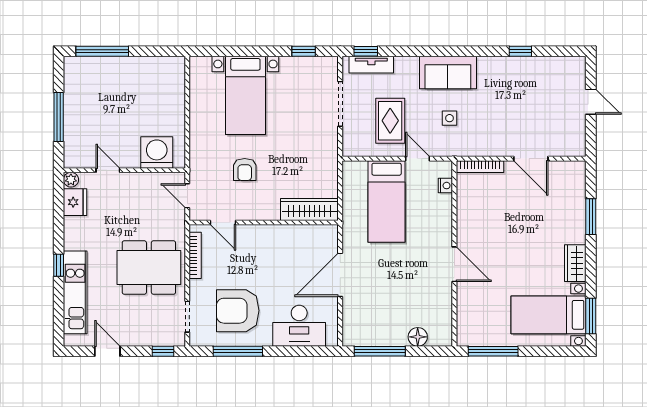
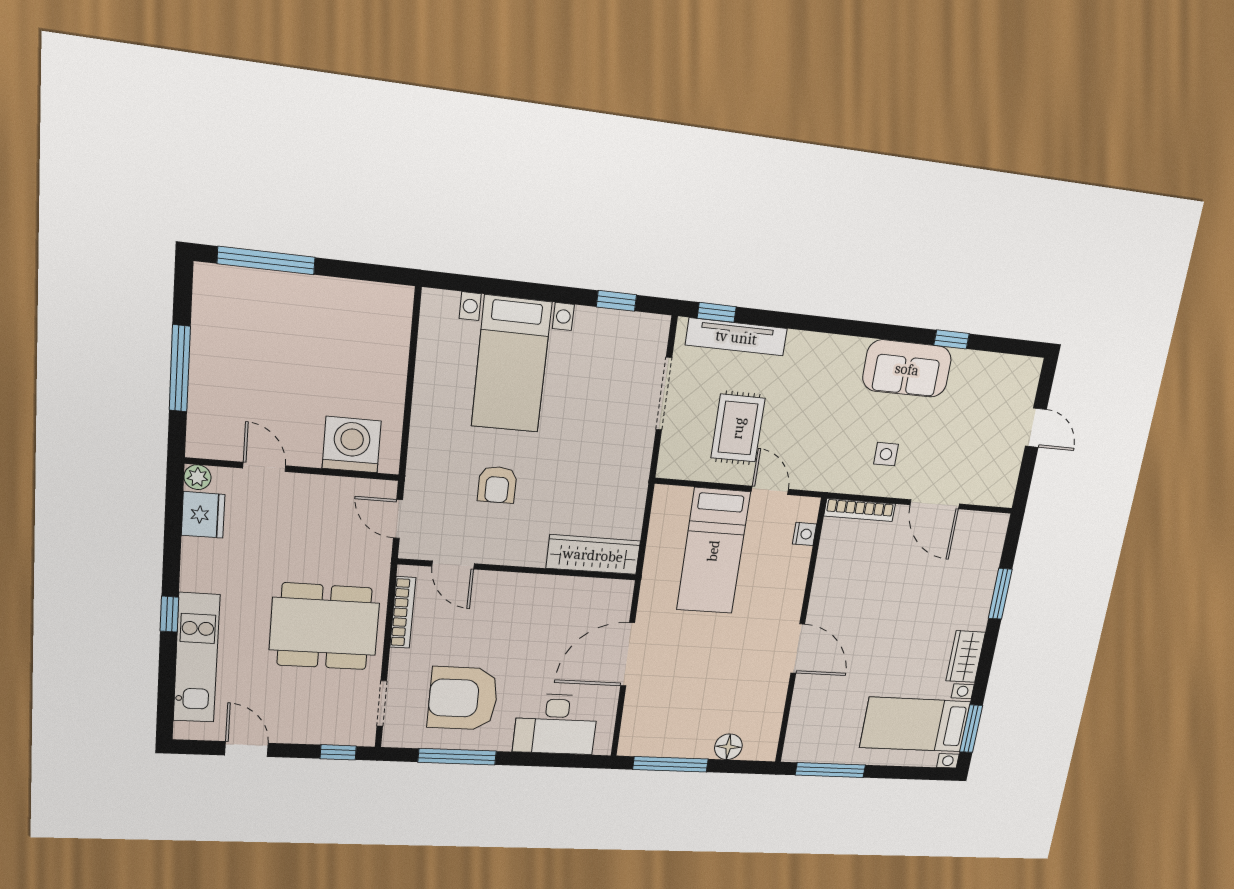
tv unit: (371, 65) -> (736, 337), width x1.41
sofa: (448, 73) -> (907, 369), moved
side table: (450, 118) -> (886, 454), moved

